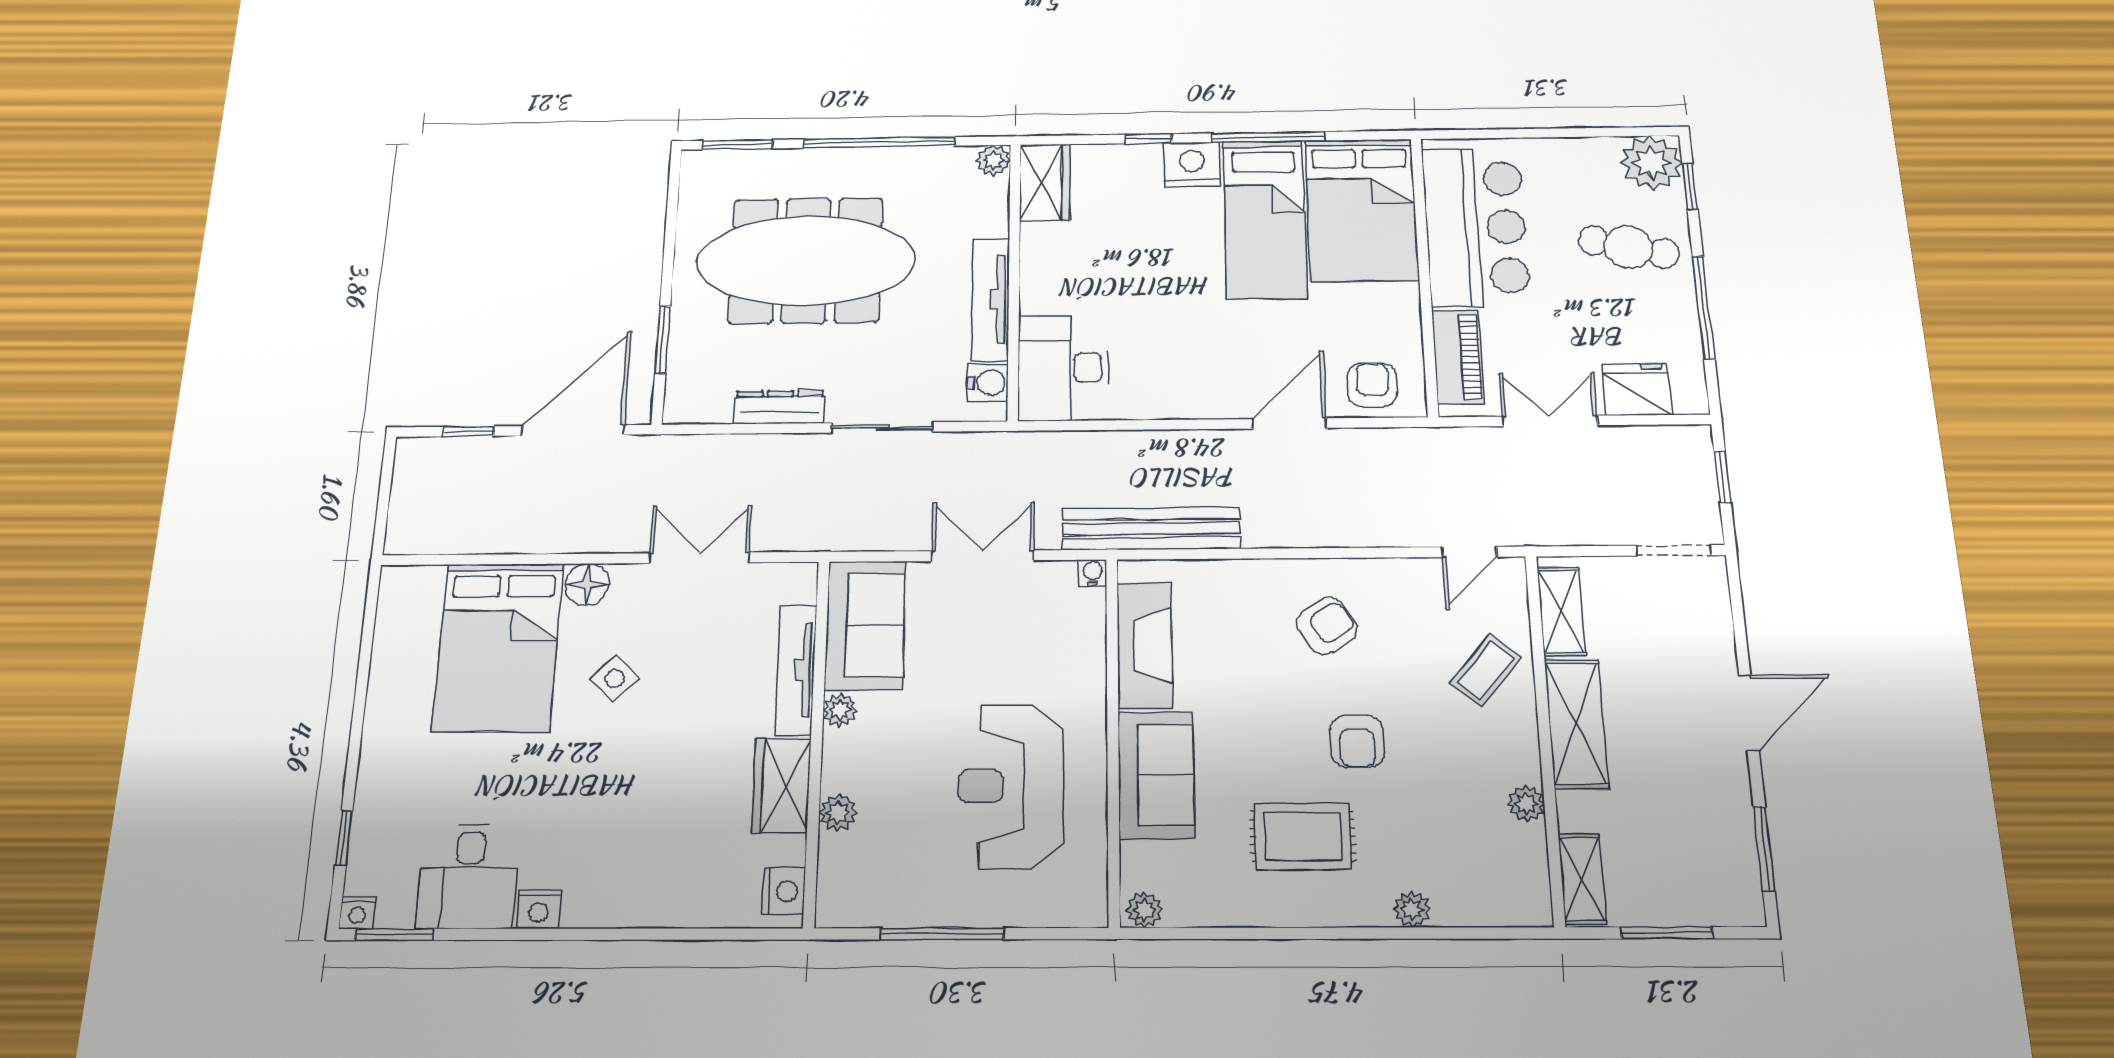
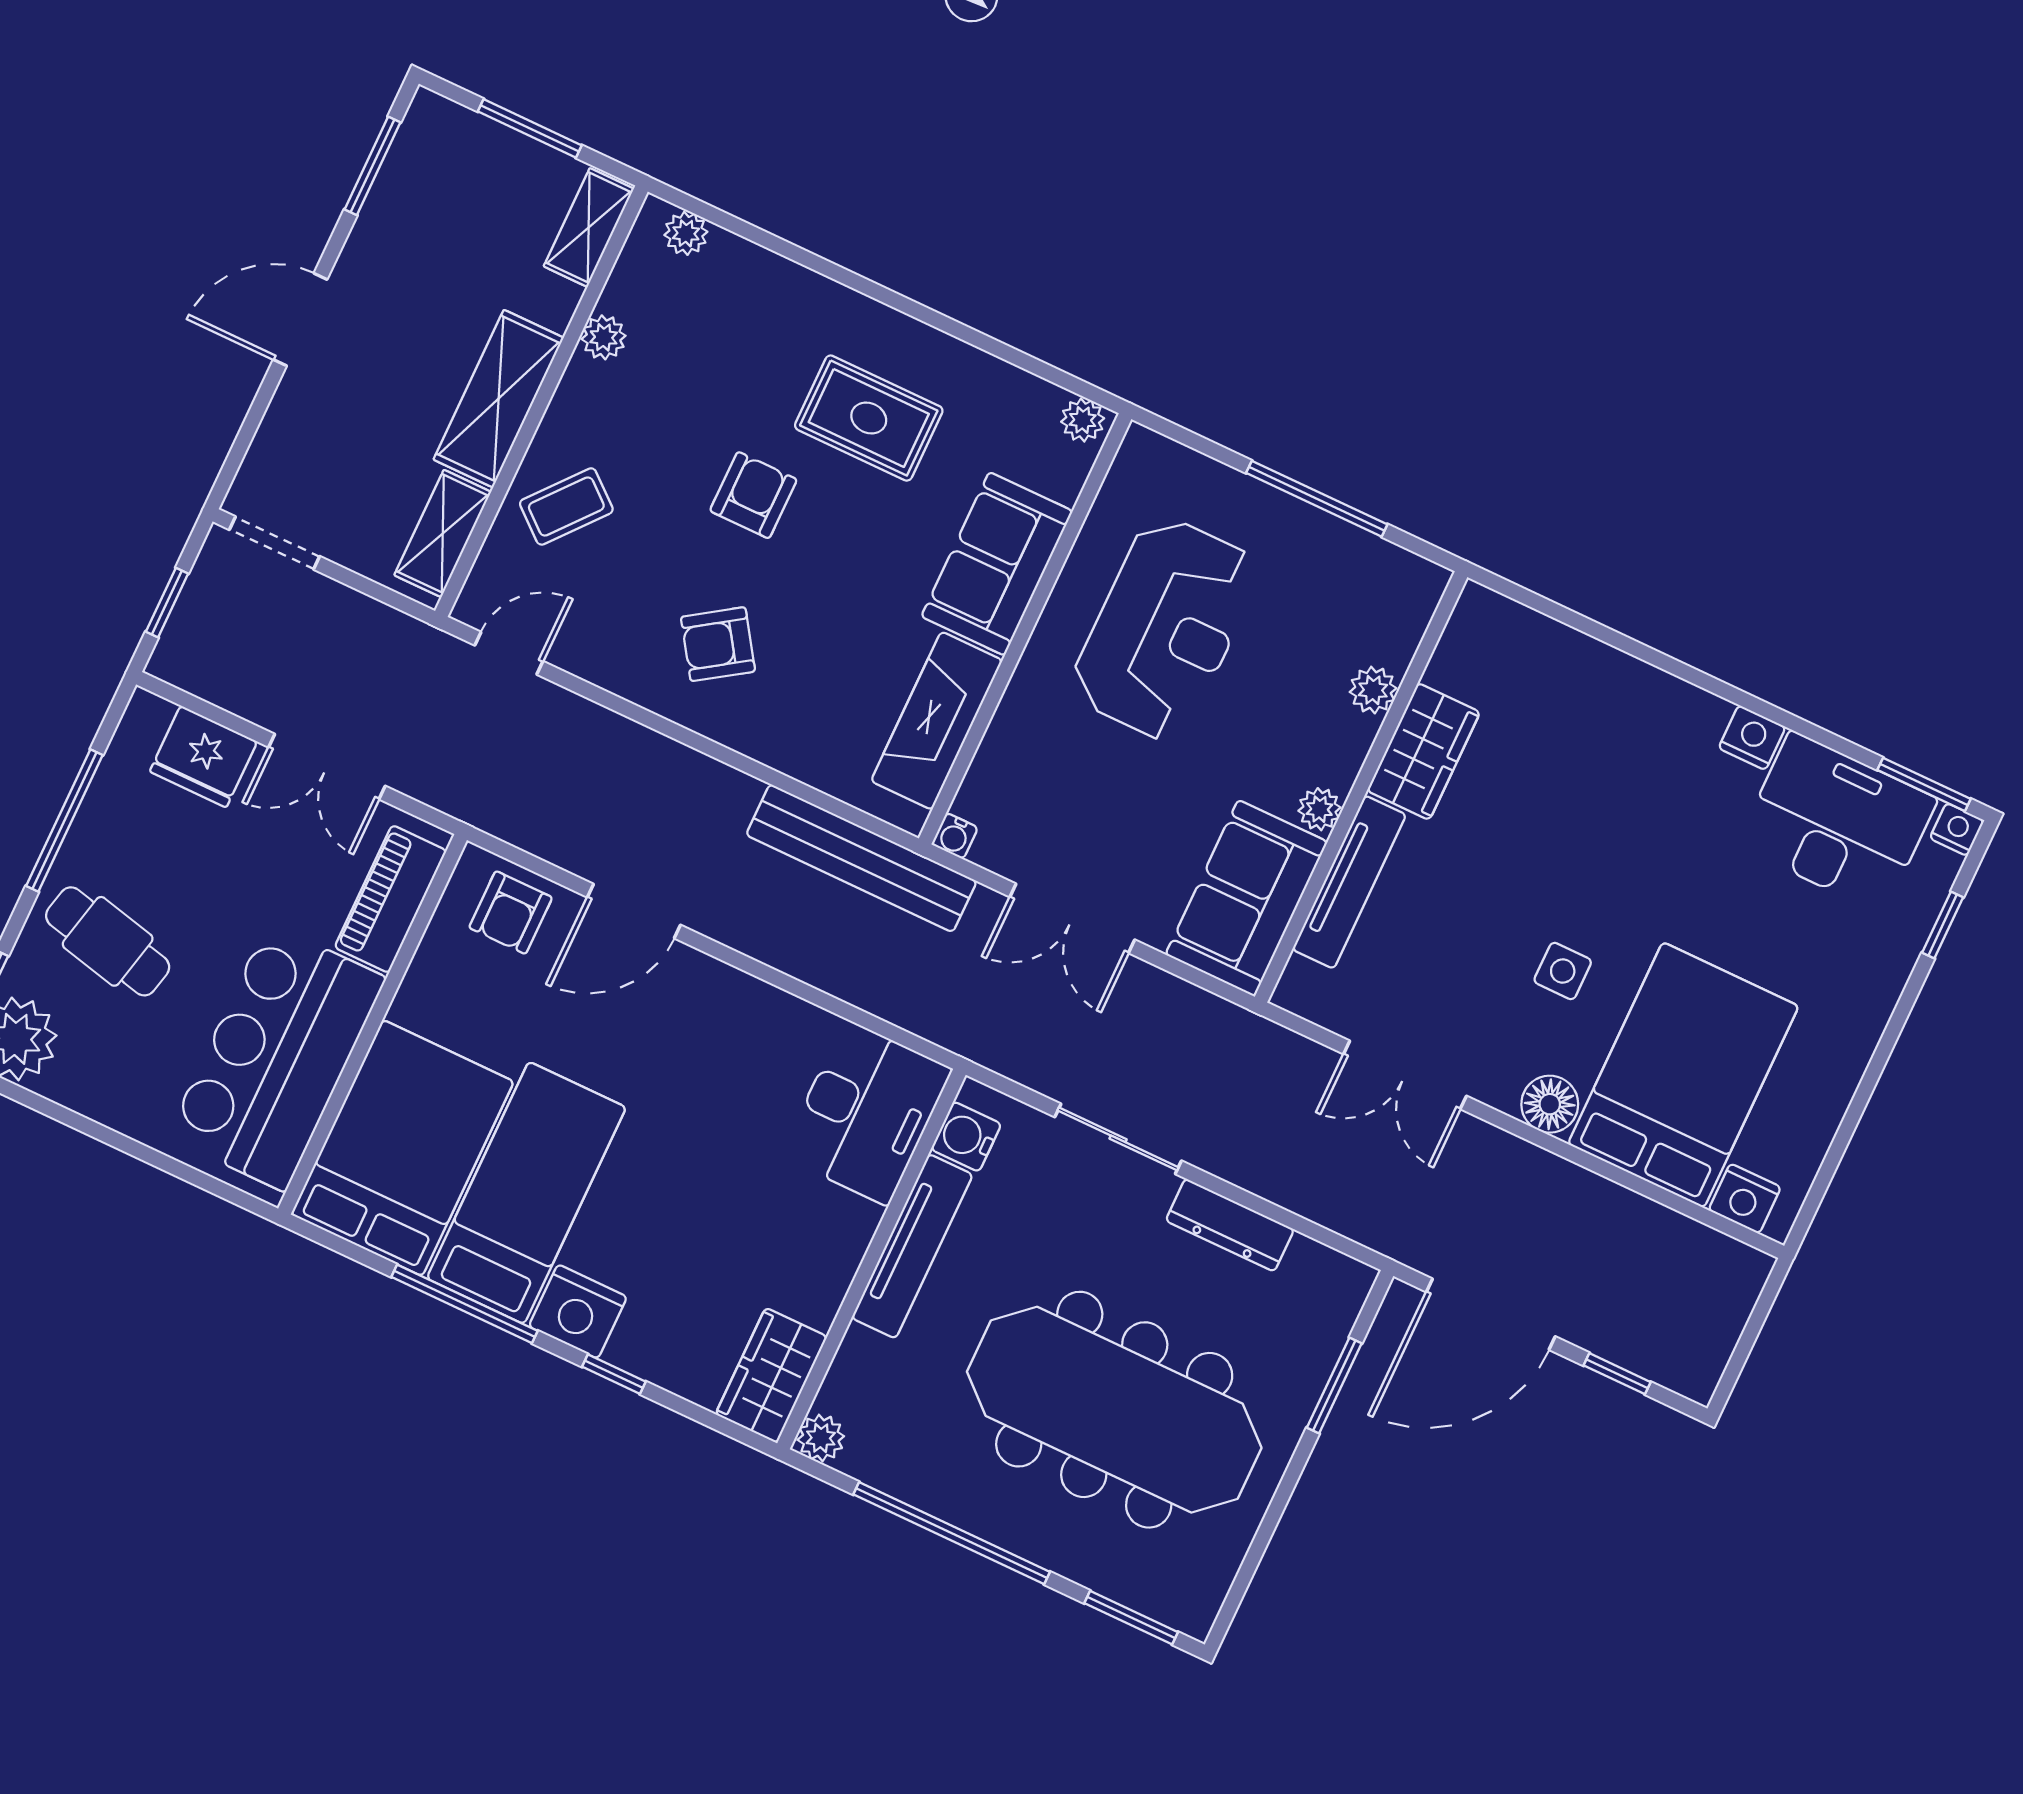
side table: (615, 679) -> (1563, 971), turned 45
desk: (469, 876) -> (1837, 822), width x1.37
nightstand: (783, 891) -> (1745, 1199), moved, turned -90
plant: (1412, 909) -> (686, 233), moved

